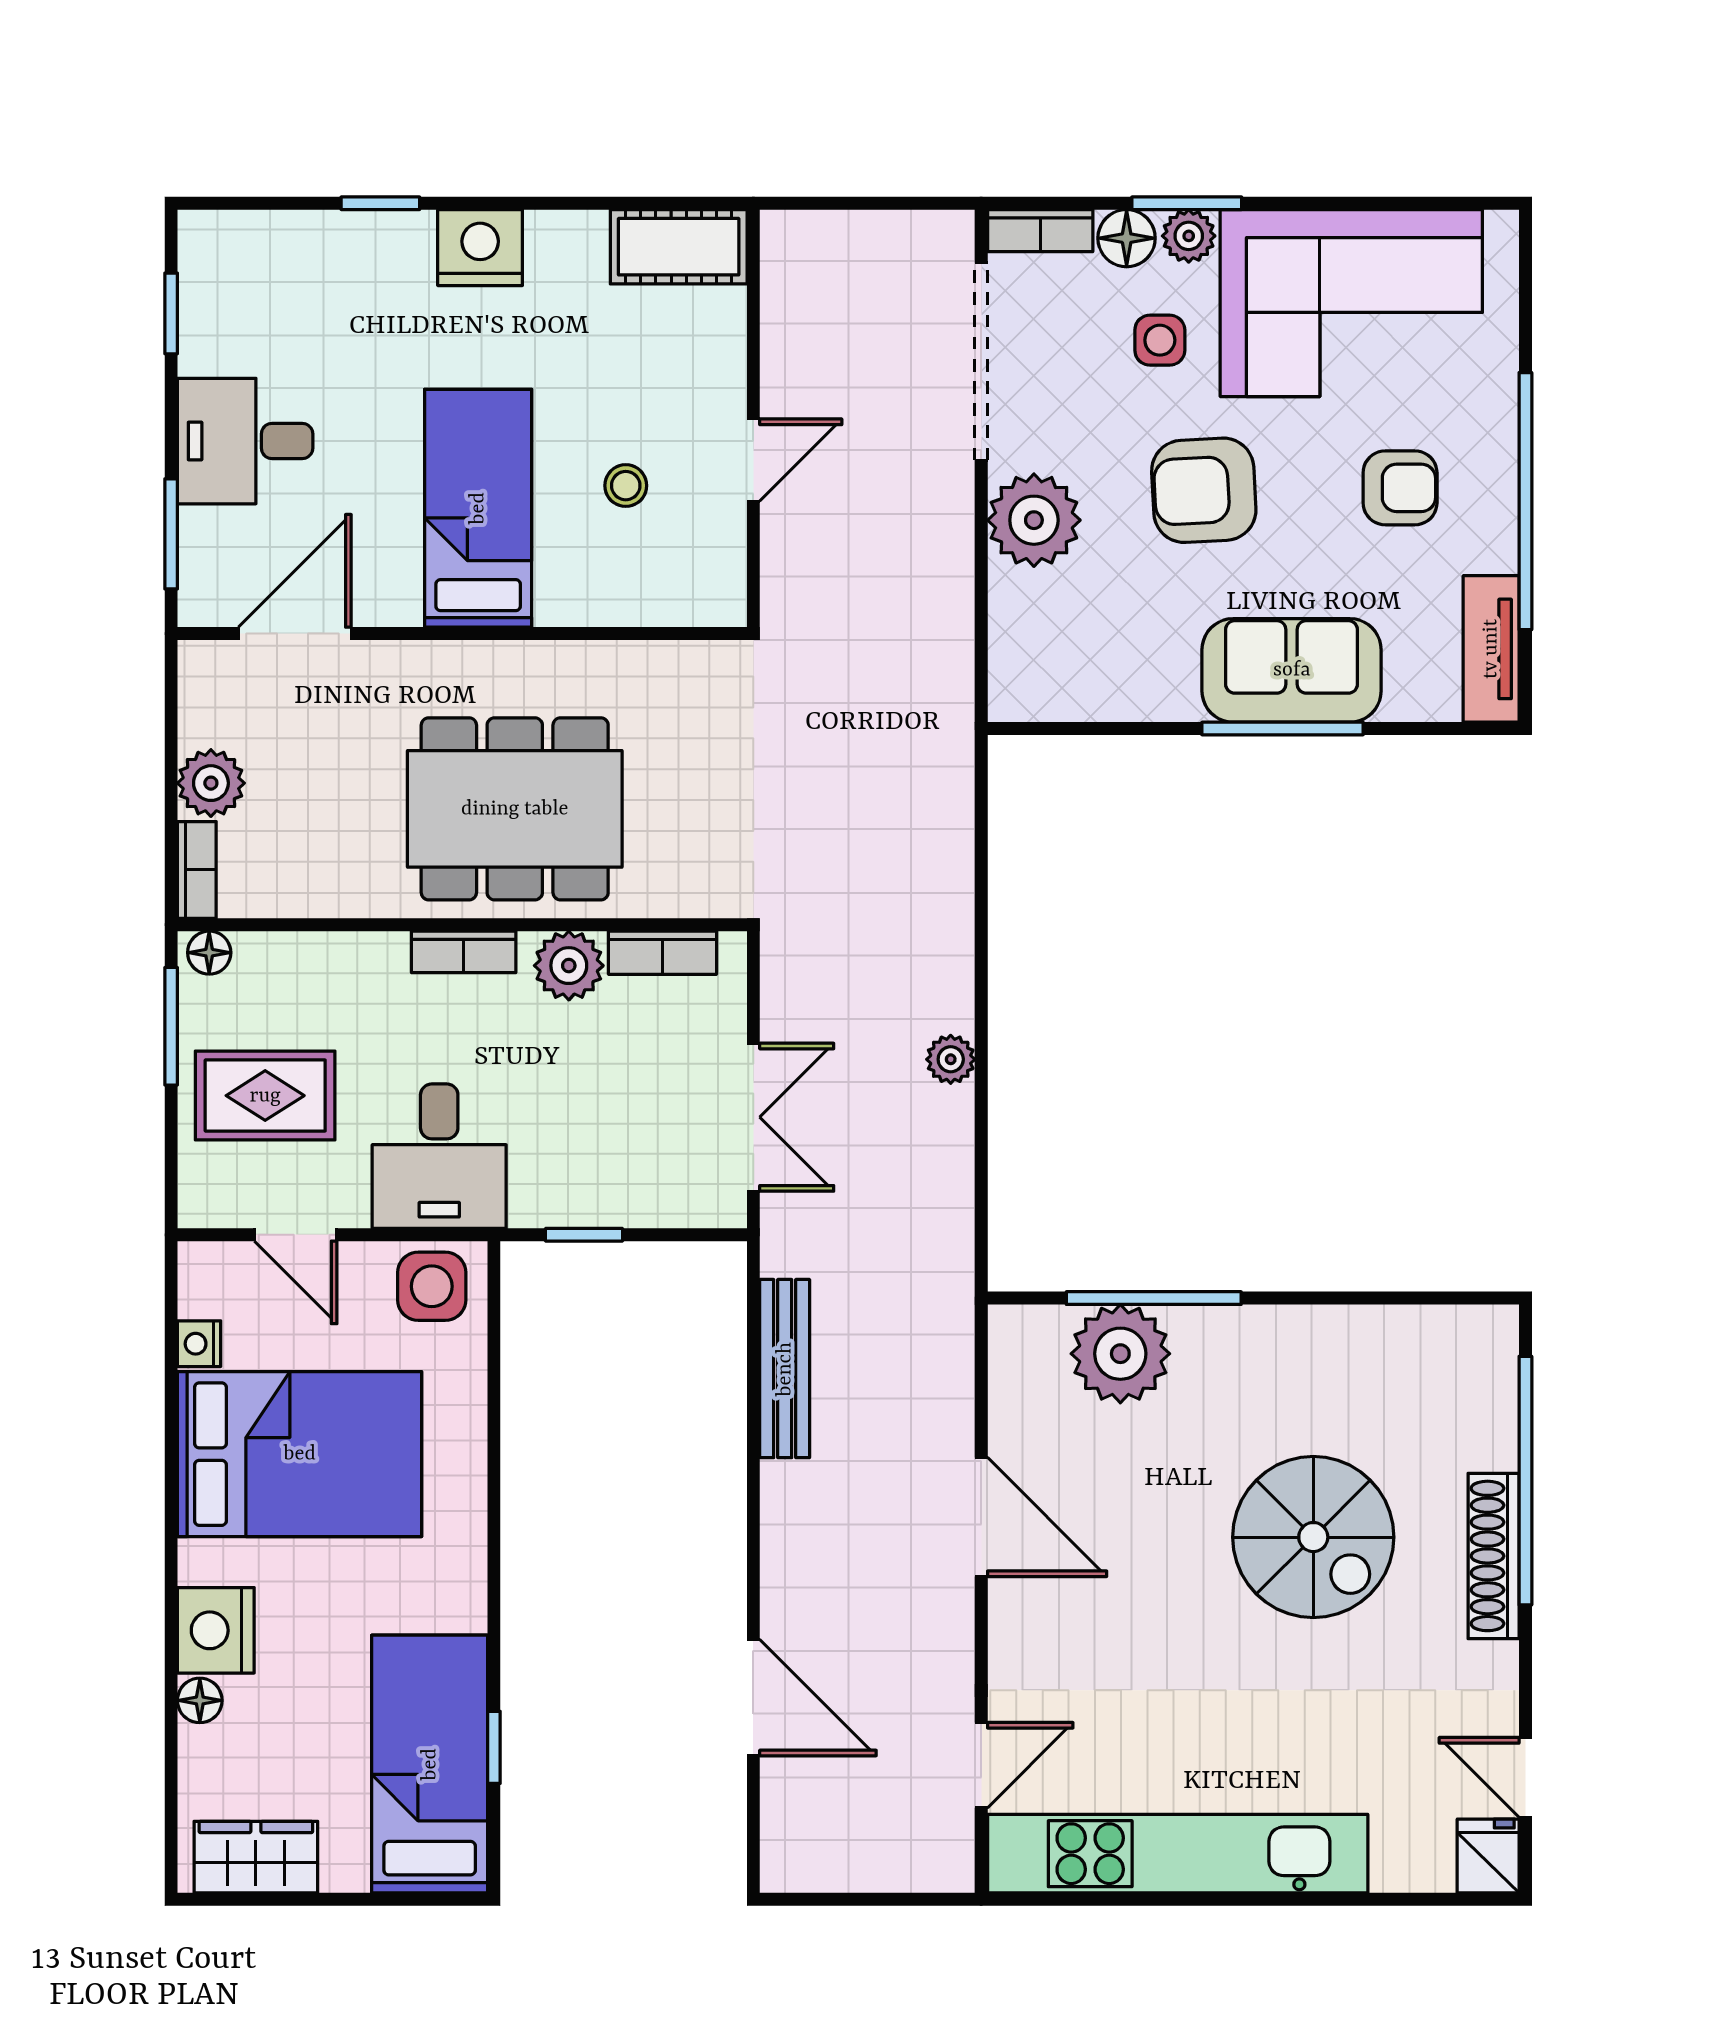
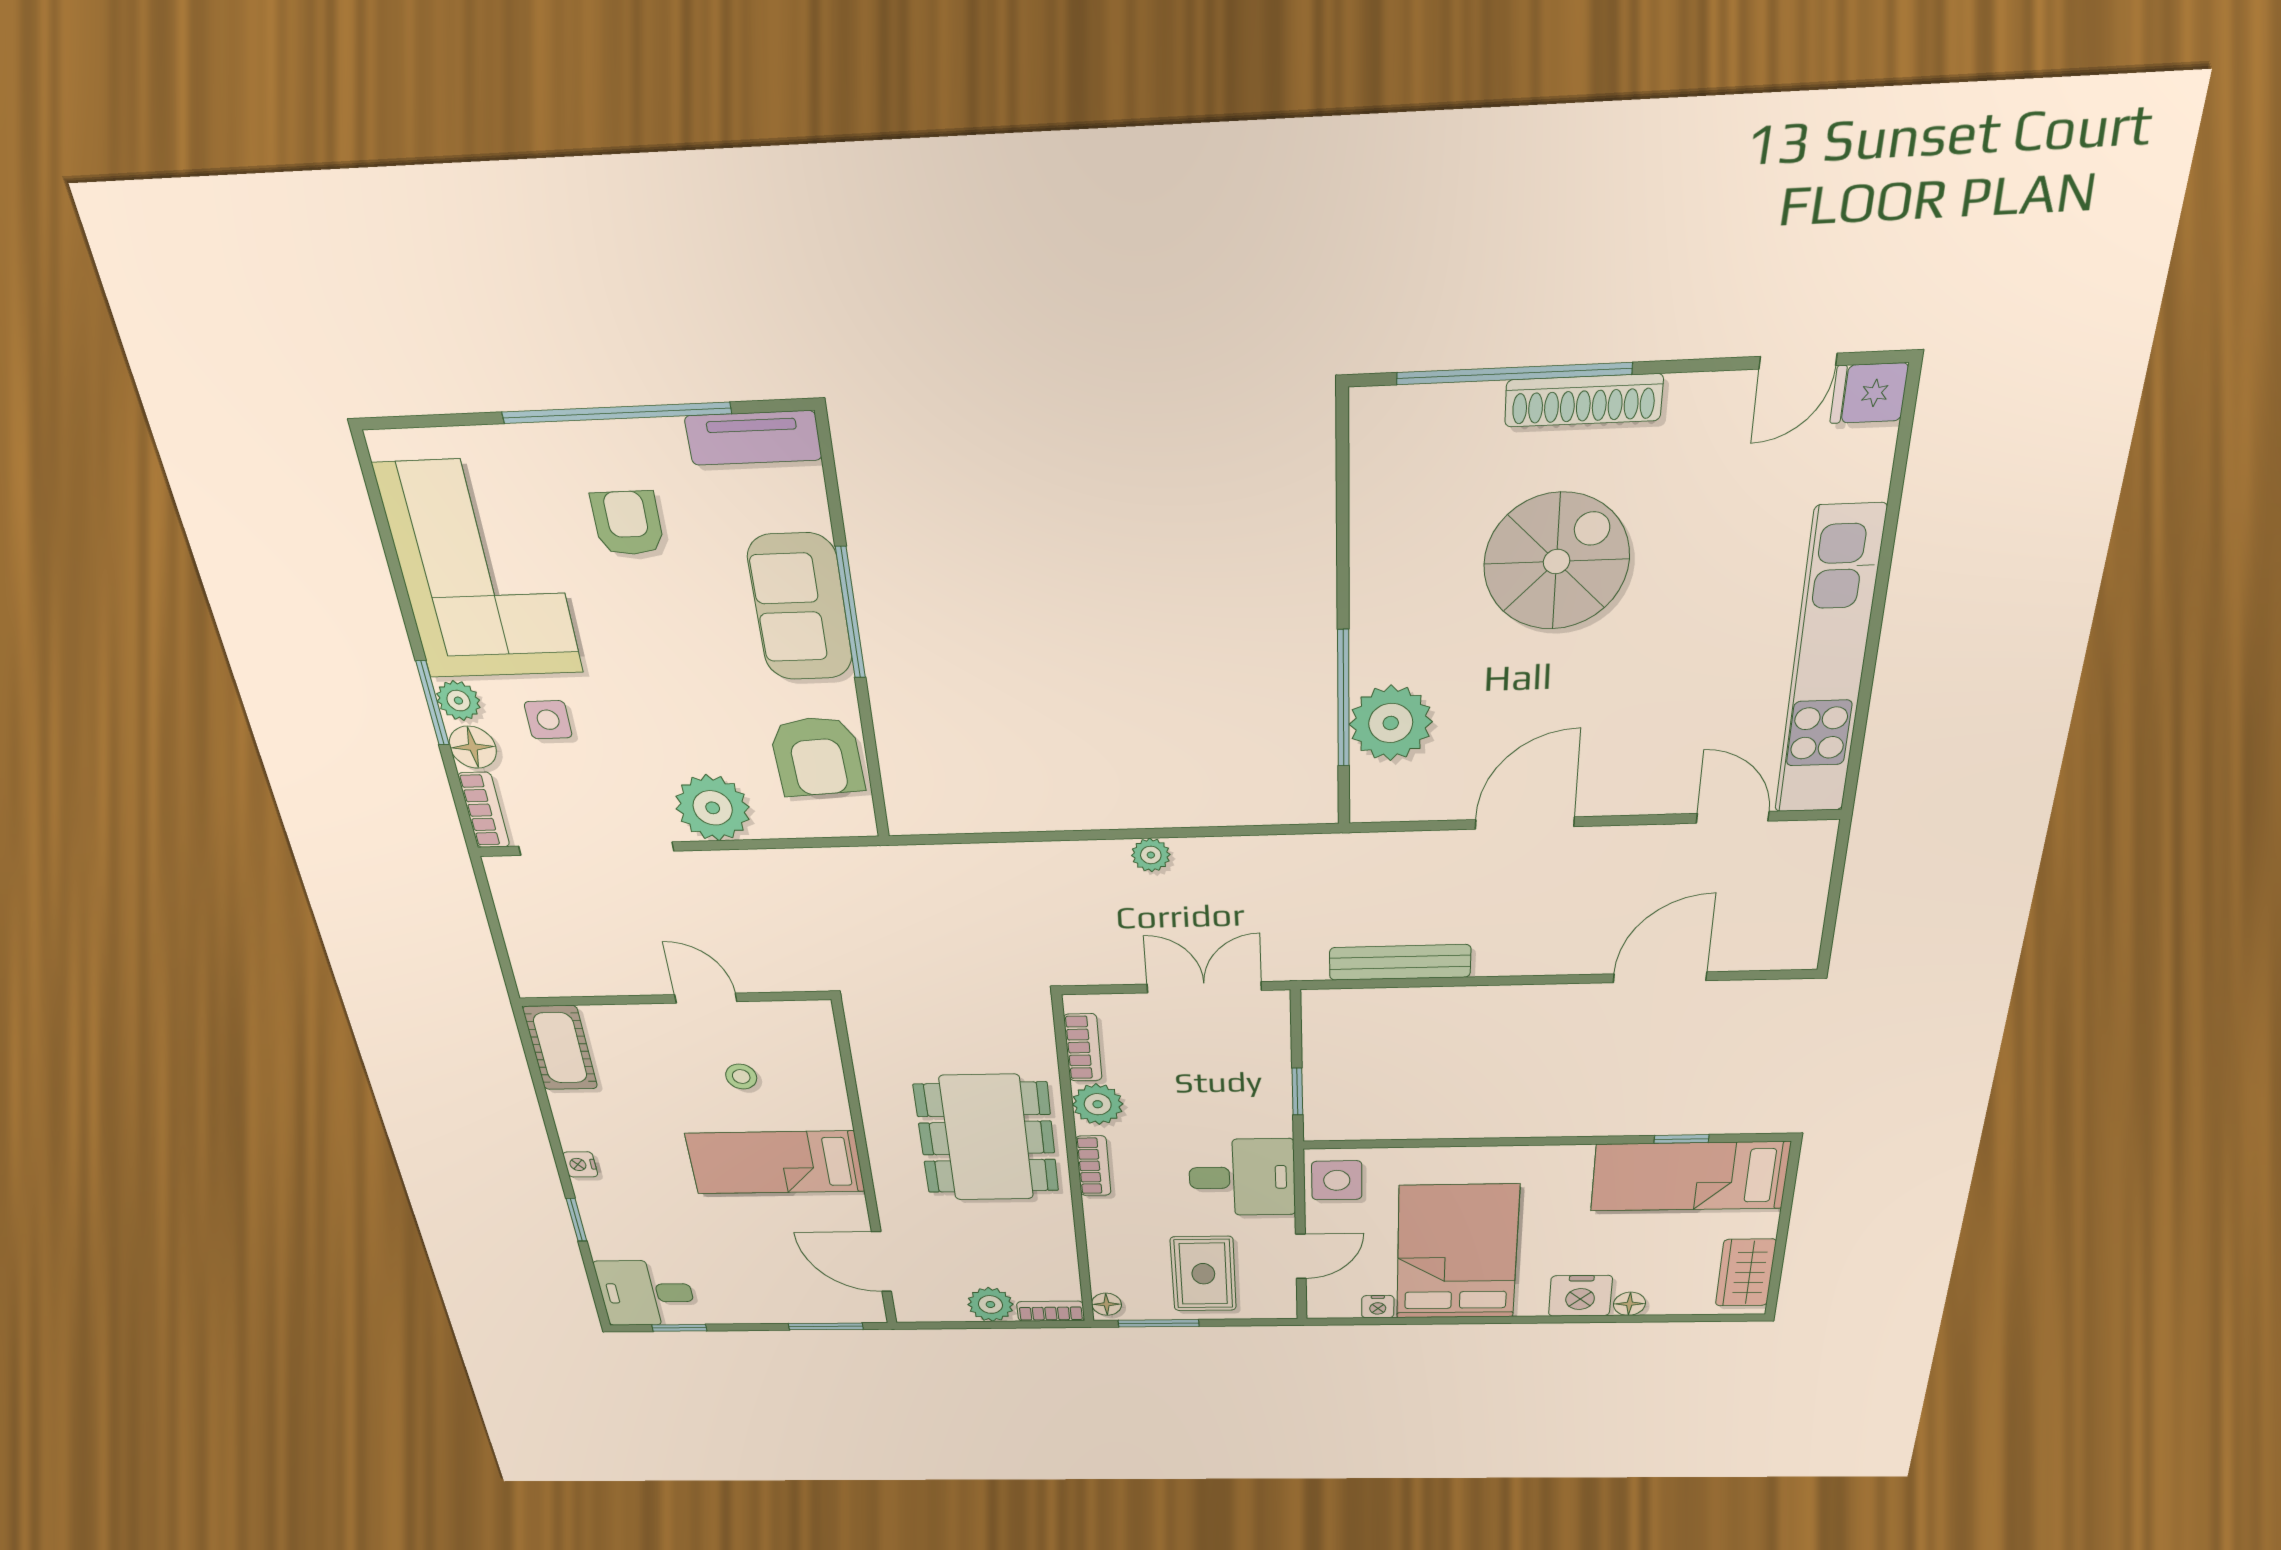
nightstand: (480, 248) -> (580, 1164), width x0.53, depth x0.56
desk: (245, 441) -> (646, 1293), moved, turned 90
armchair: (1204, 490) -> (817, 756), moved

